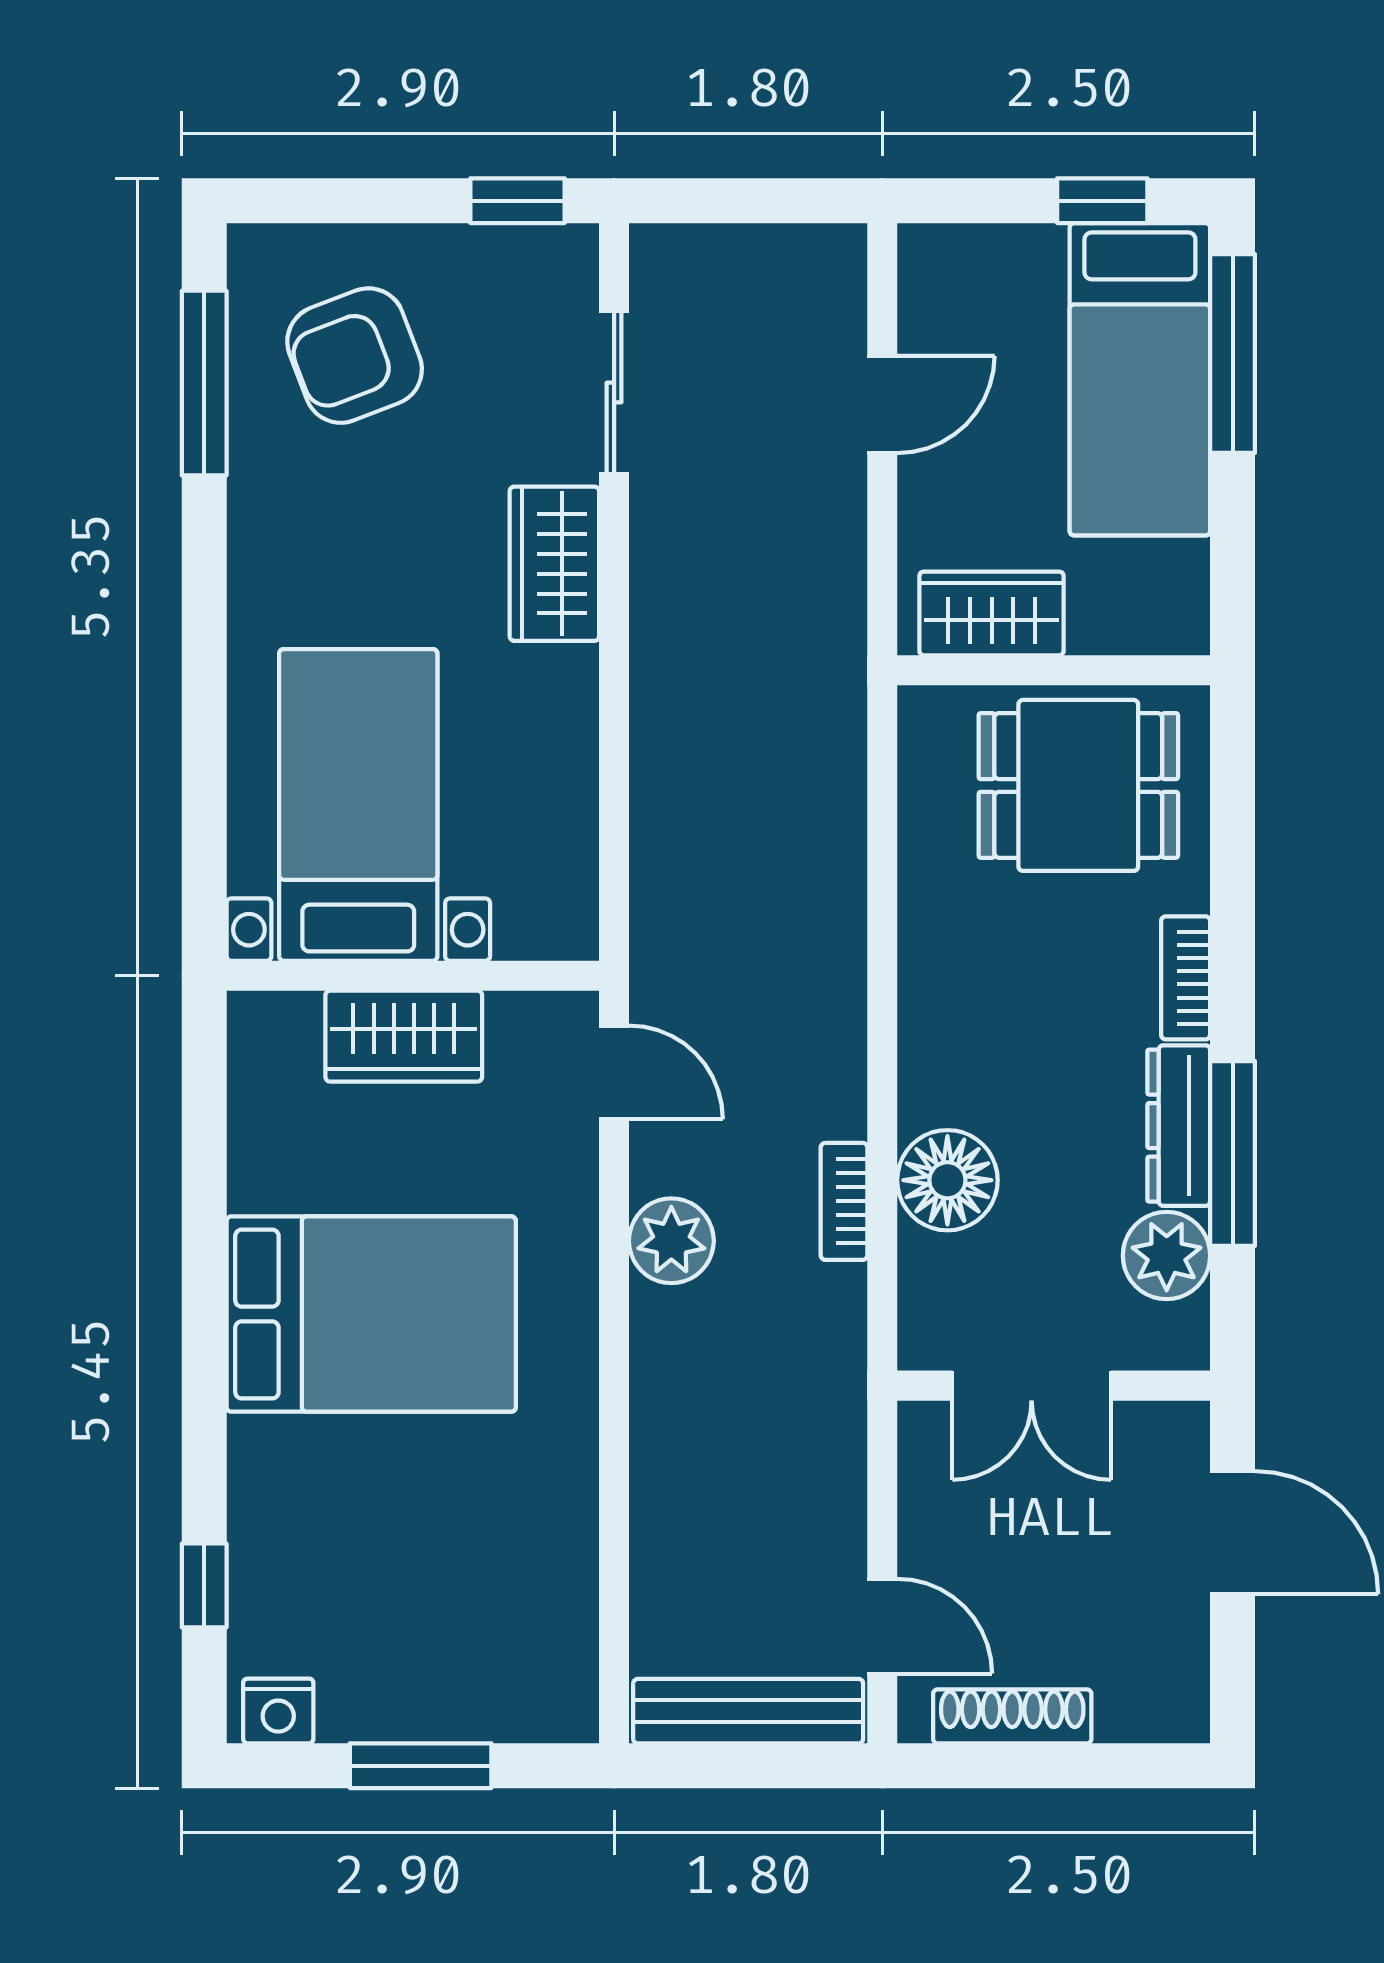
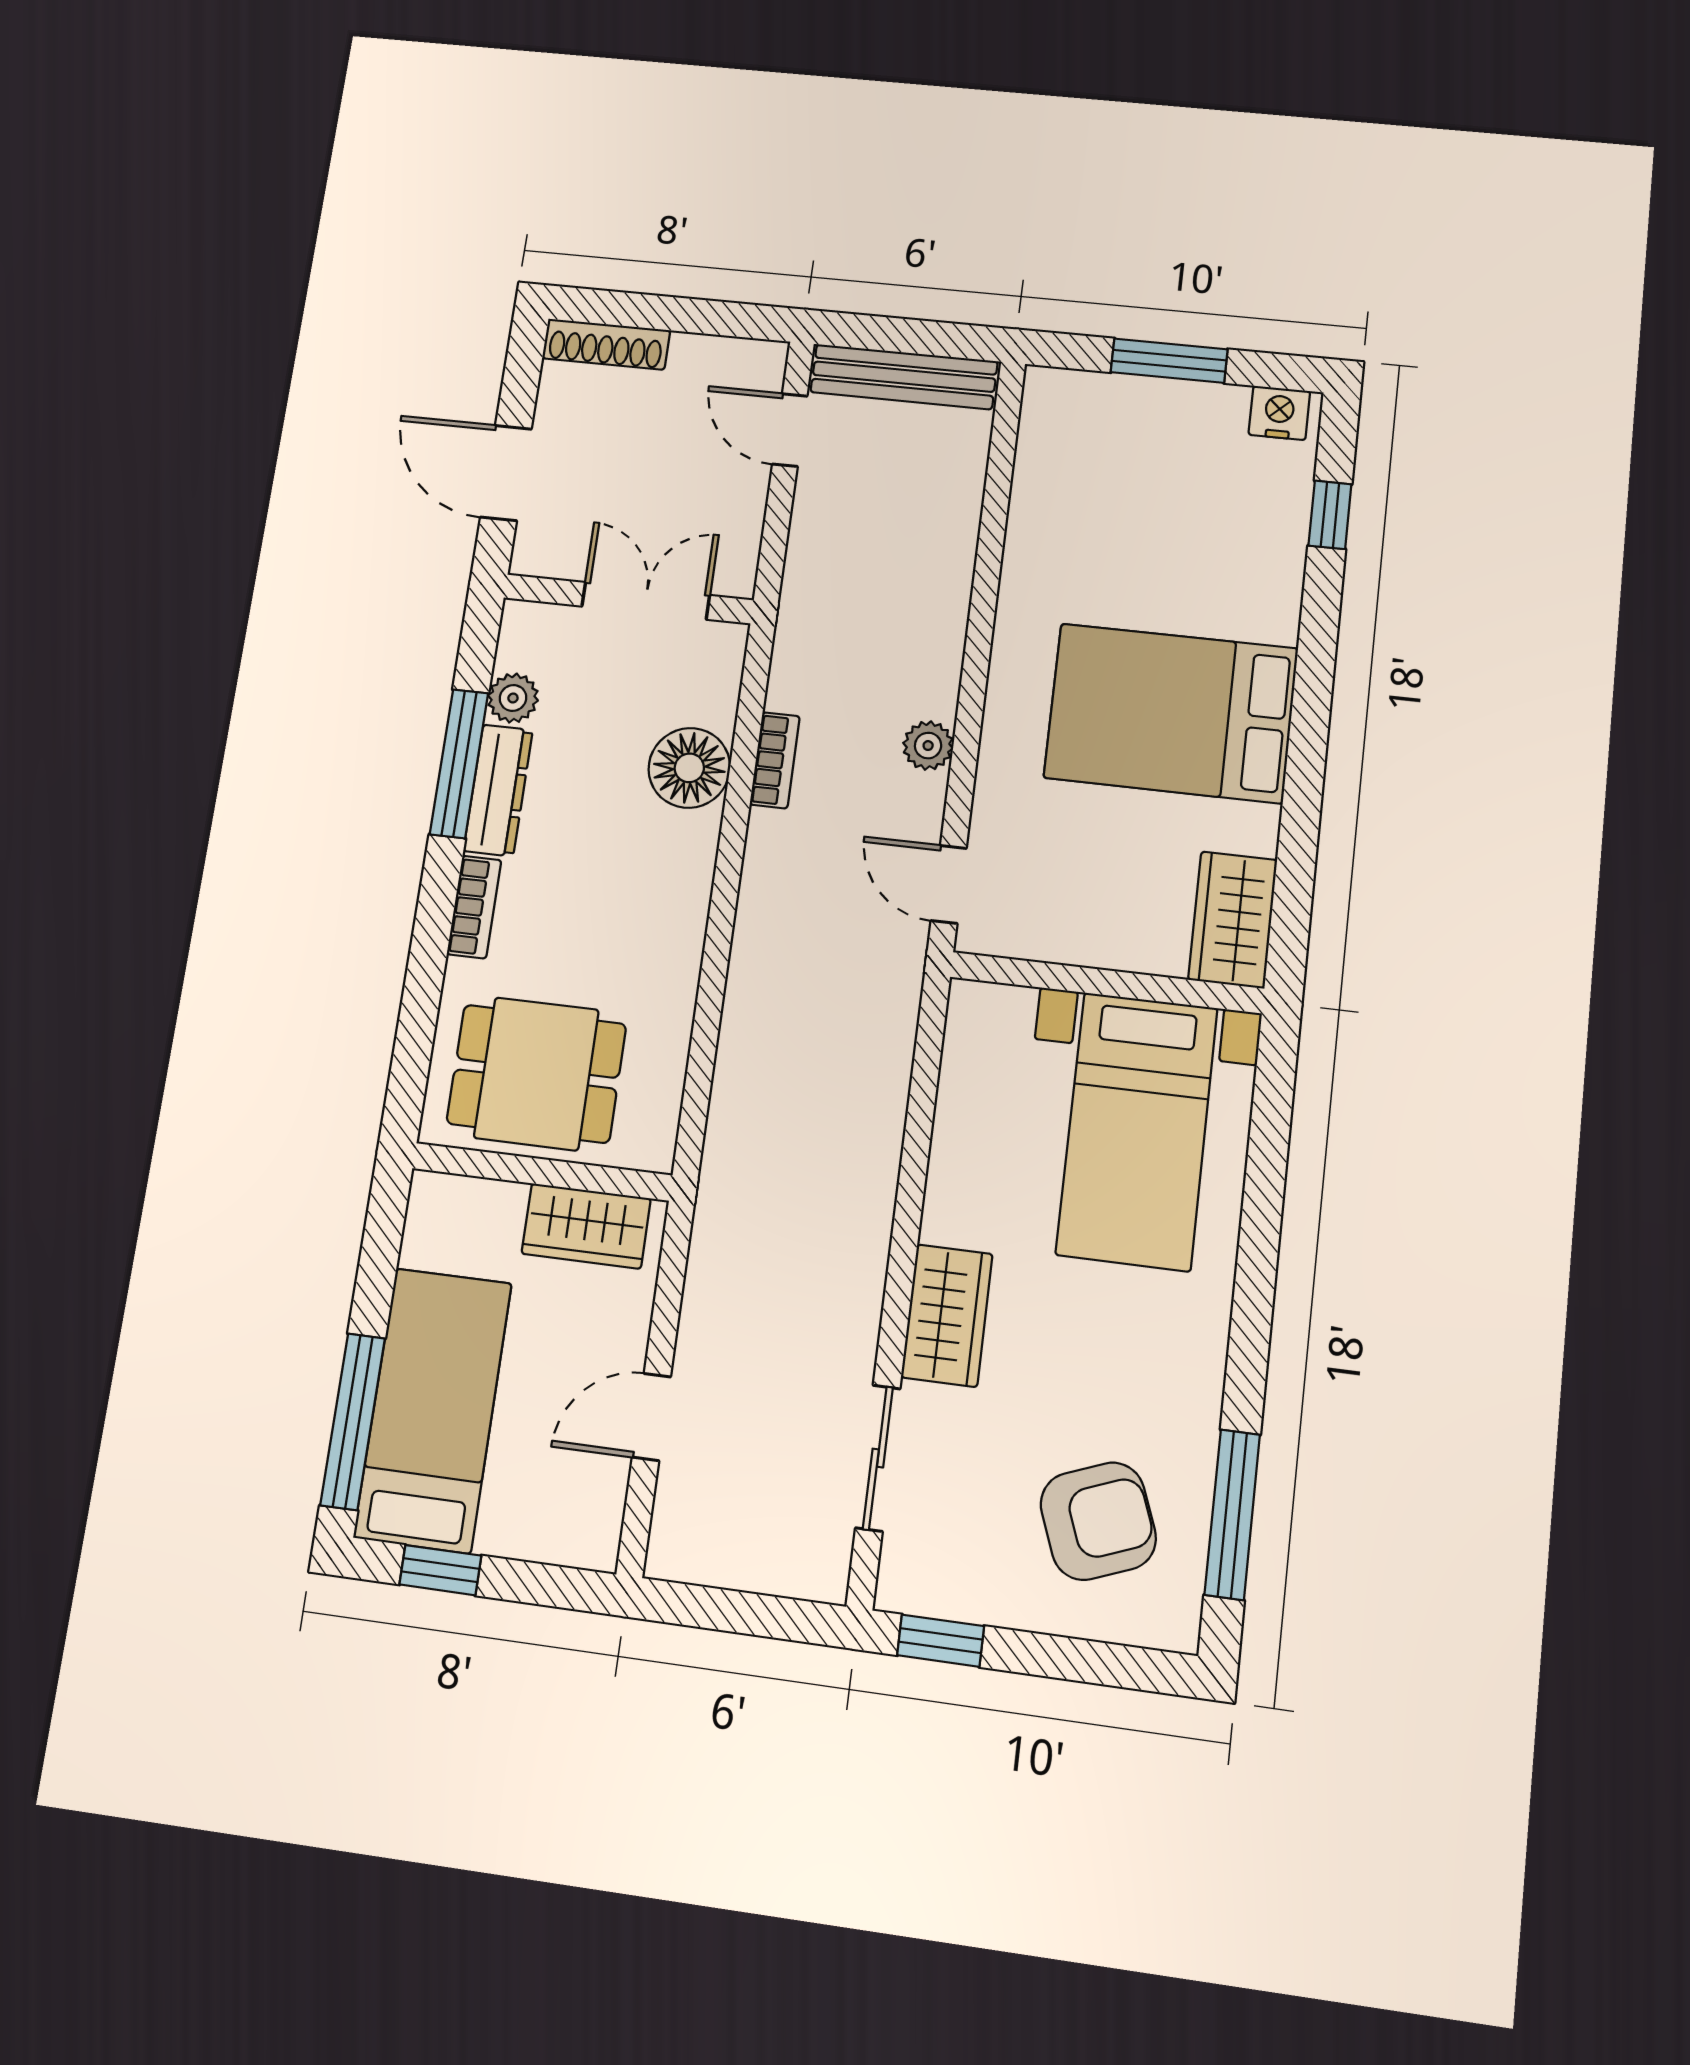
wardrobe: (404, 1036) -> (1233, 920), moved, turned -90
plant: (671, 1241) -> (928, 746), width x0.73, depth x0.73
plant: (1167, 1256) -> (513, 698), width x0.73, depth x0.73
shoe rack: (1012, 1716) -> (606, 344), moved

